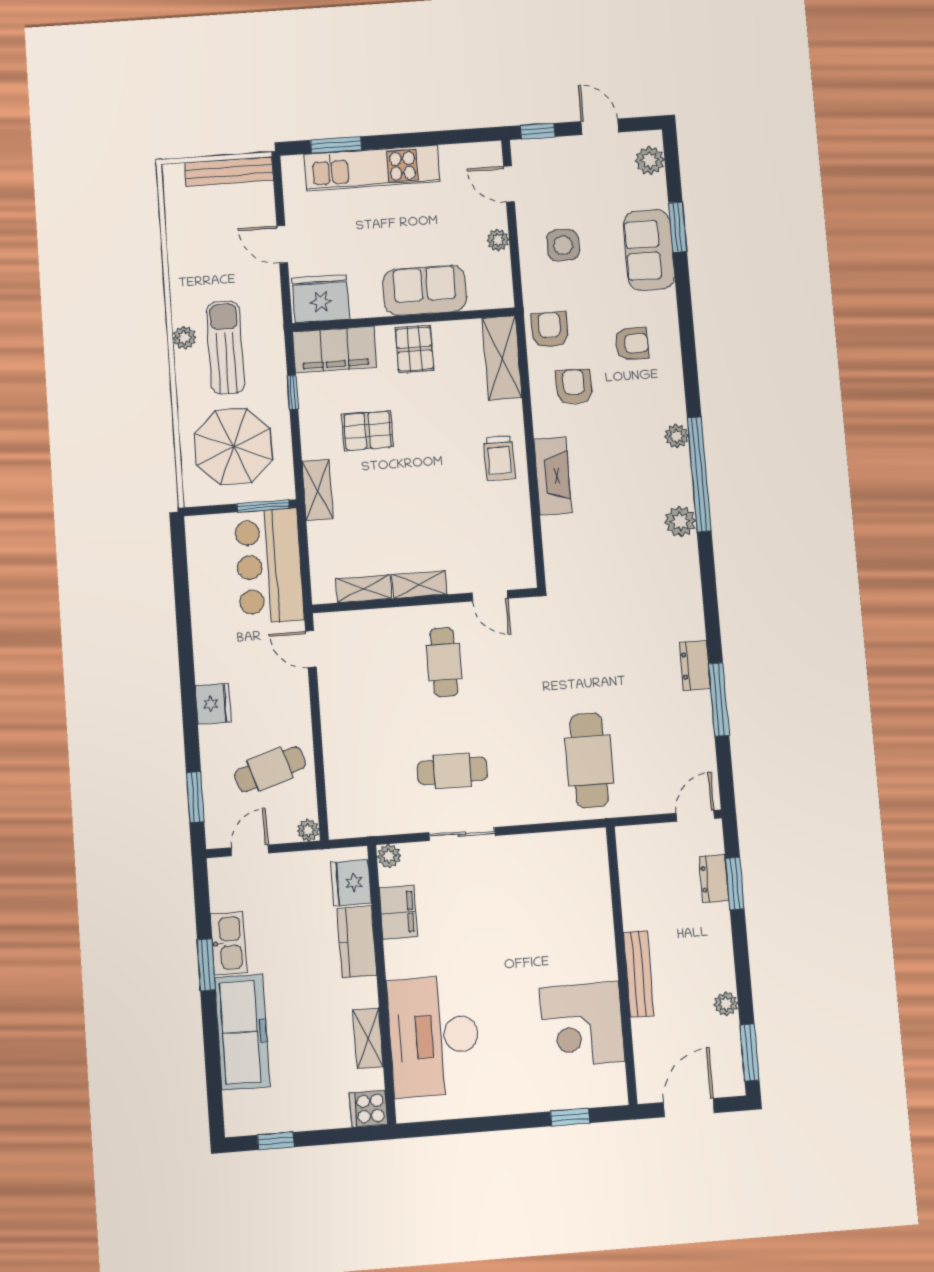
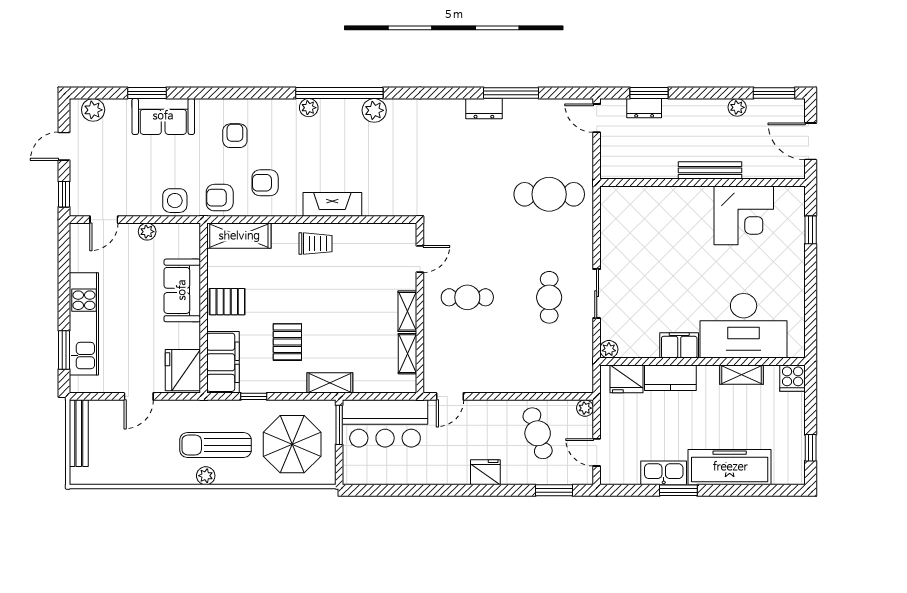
side table: (563, 245) -> (175, 201), moved
filing cabinet: (398, 912) -> (679, 345), moved

